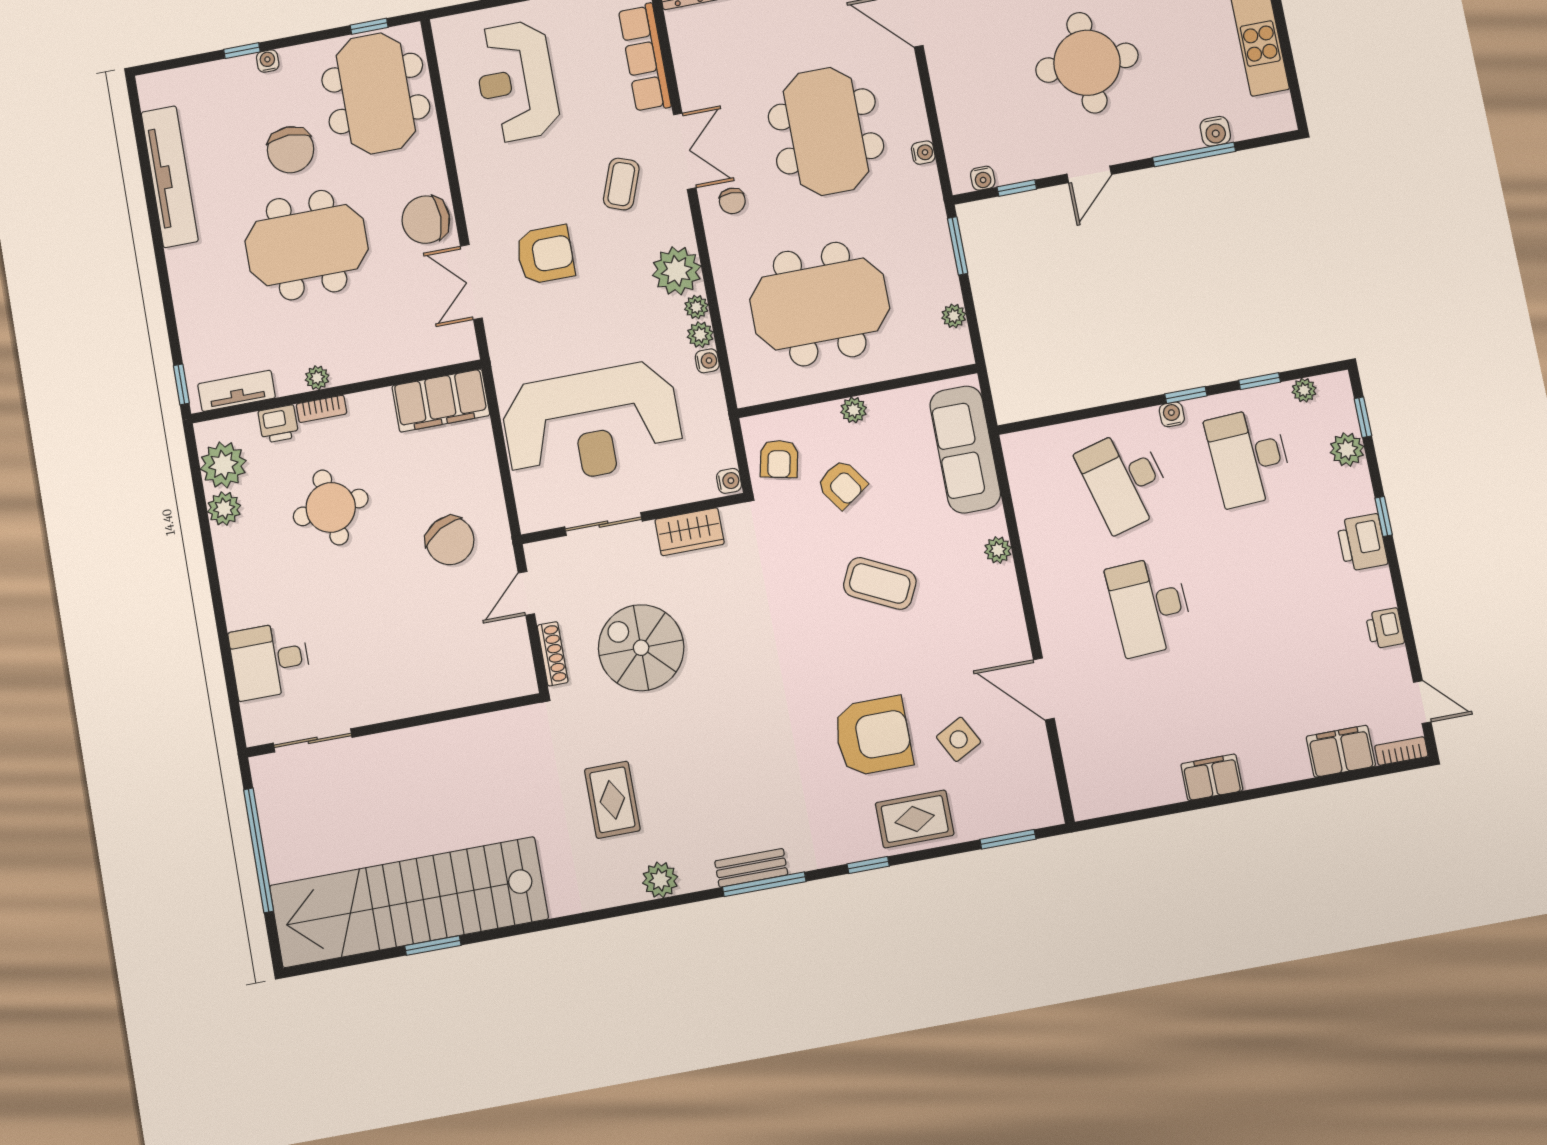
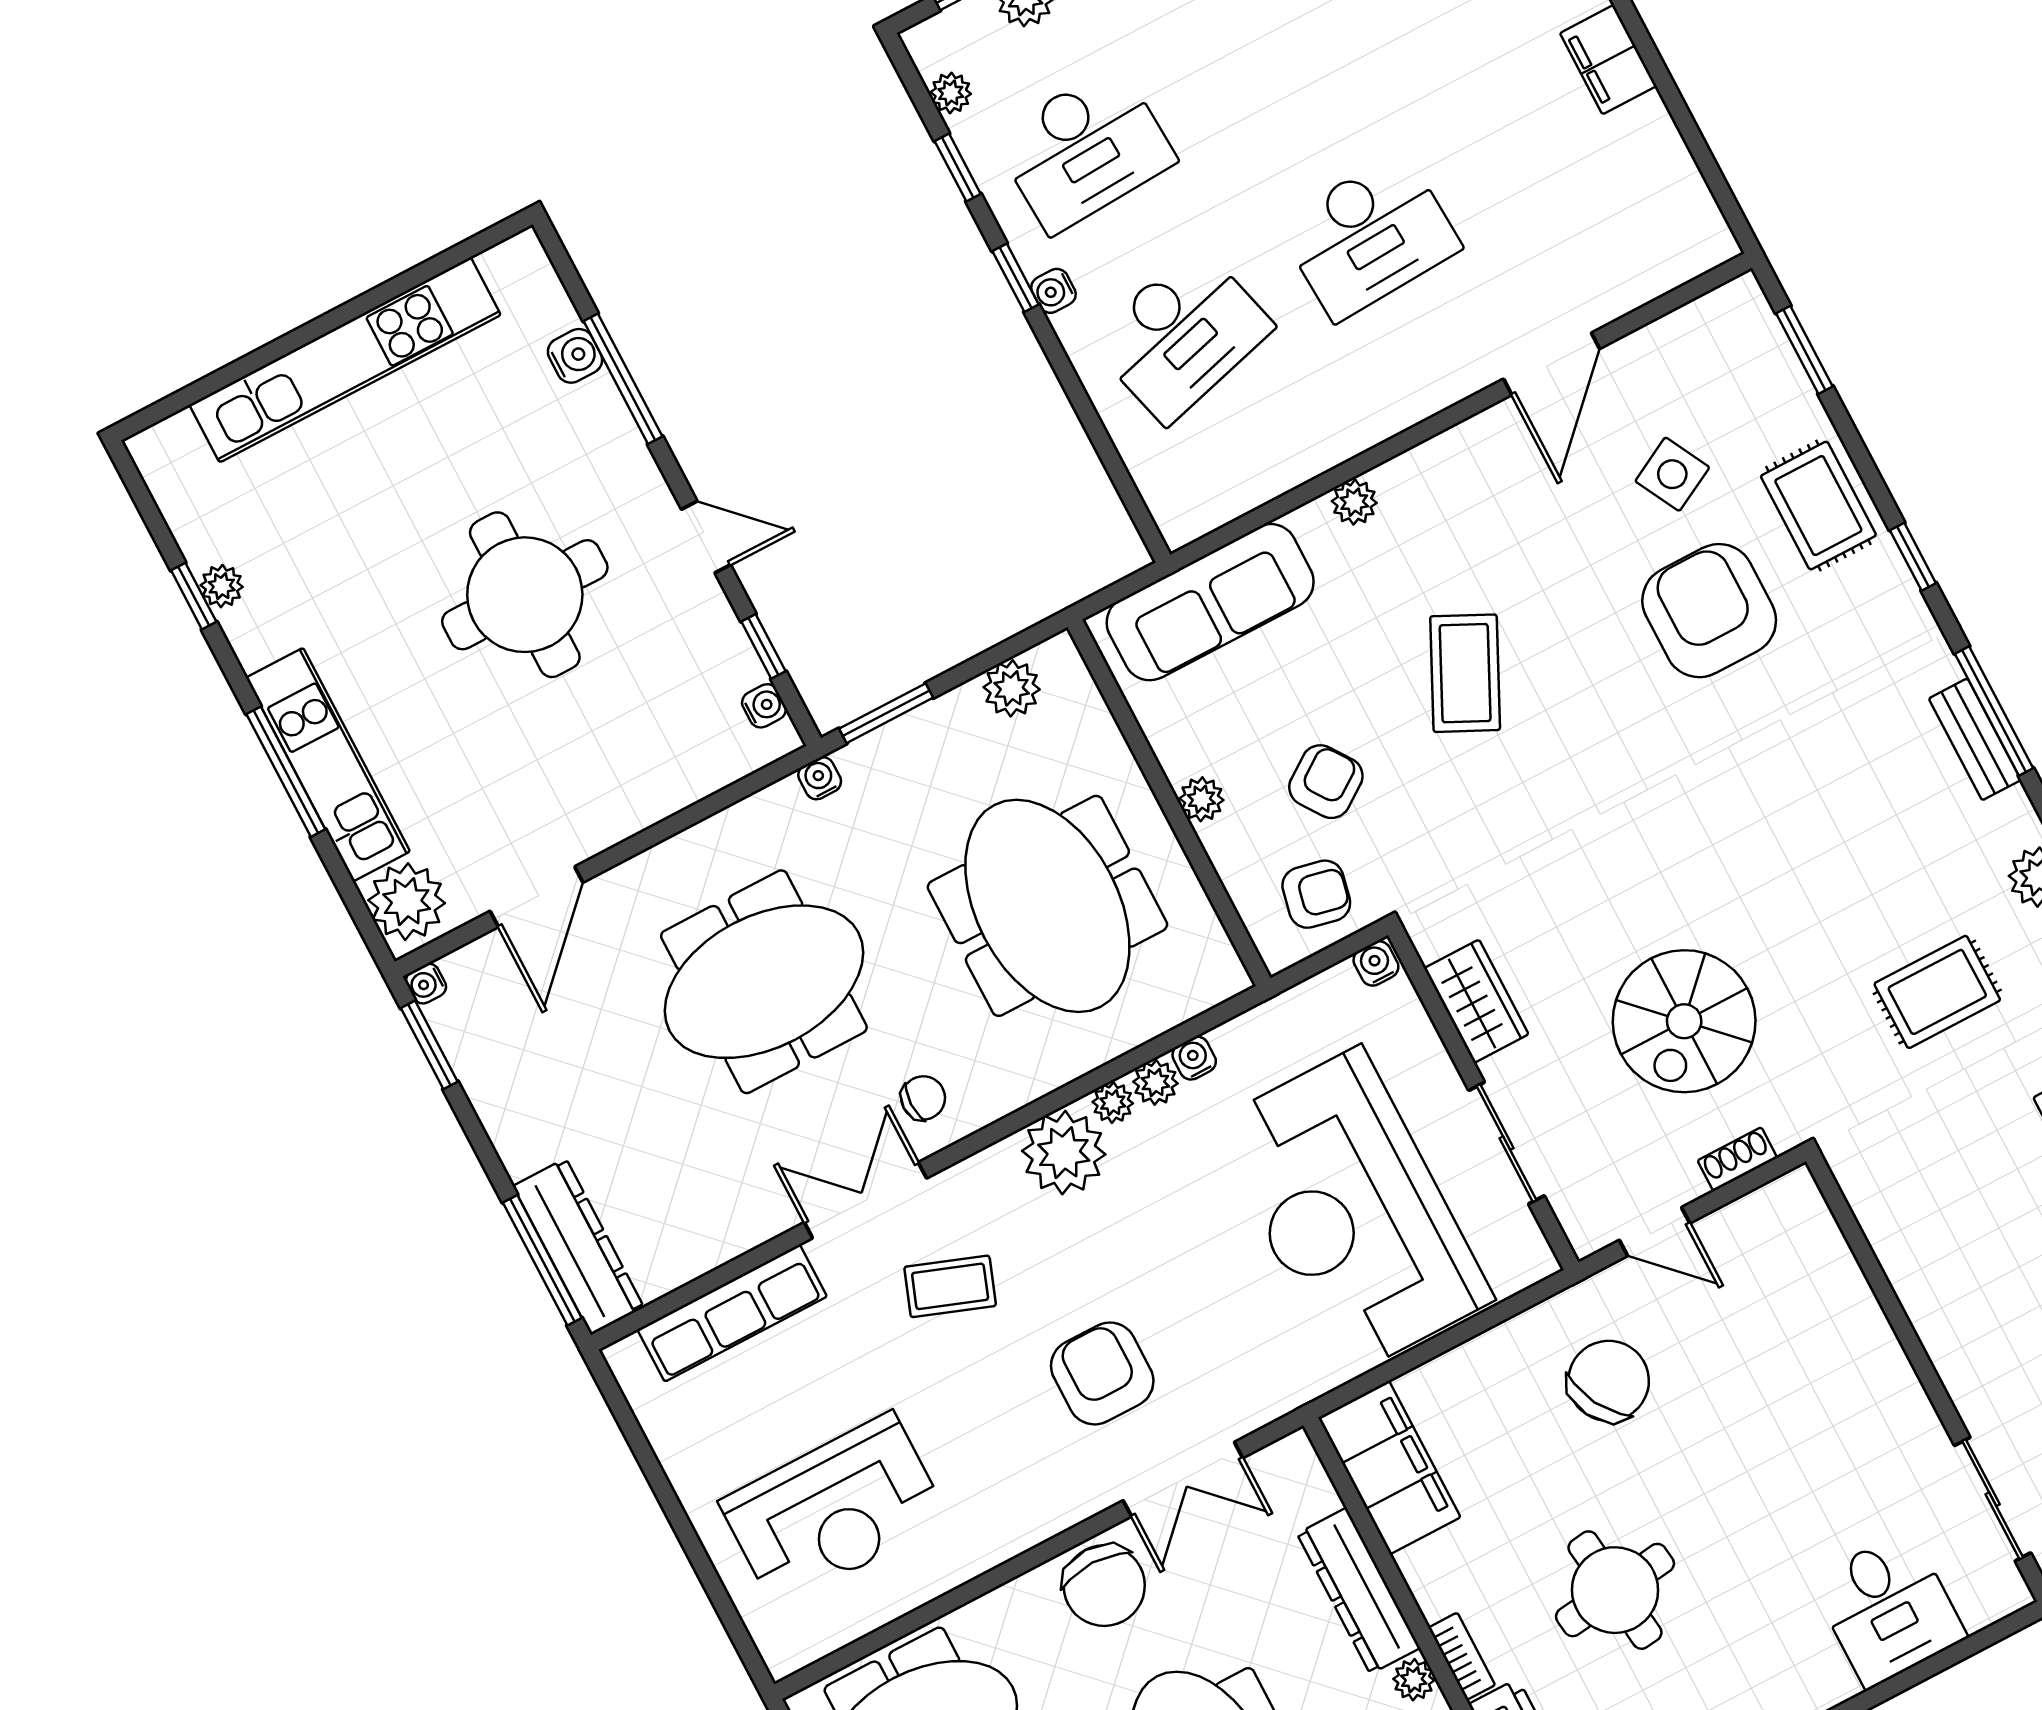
water cooler: (923, 153) -> (820, 778), moved
plant: (954, 316) -> (1012, 688), width x1.38, depth x1.38
dresser: (377, 362) -> (1359, 1591), added
reception desk: (592, 424) -> (1352, 1212), turned 180
shoe rack: (553, 654) -> (1737, 1159), width x0.70

